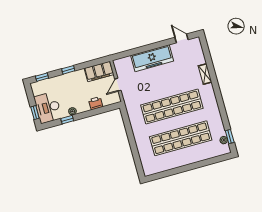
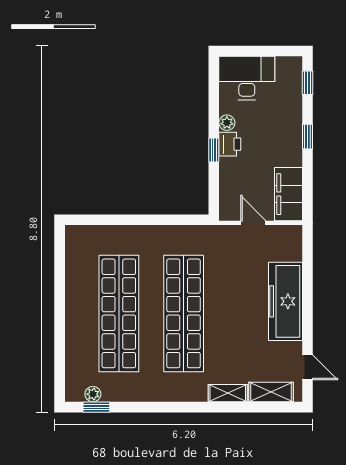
door: (181, 38) -> (308, 367), hinge flipped
shelving: (199, 53) -> (271, 392), added
printer: (96, 103) -> (230, 144), moved
window: (35, 113) -> (244, 51), removed
window: (67, 120) -> (214, 150), moved

